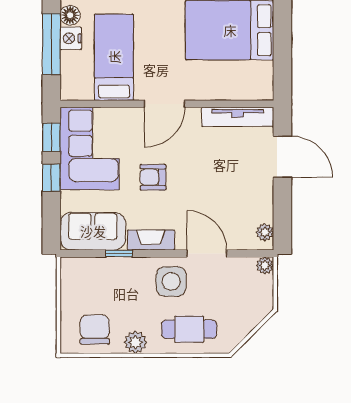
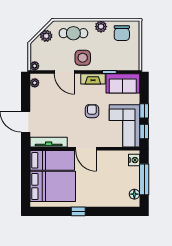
nightstand: (71, 38) -> (134, 160), moved
bed: (114, 57) -> (52, 160), moved, turned -90
door: (165, 104) -> (86, 149), swing flipped
armchair: (153, 177) -> (92, 111), turned -90
plant: (242, 324) -> (46, 36), added

